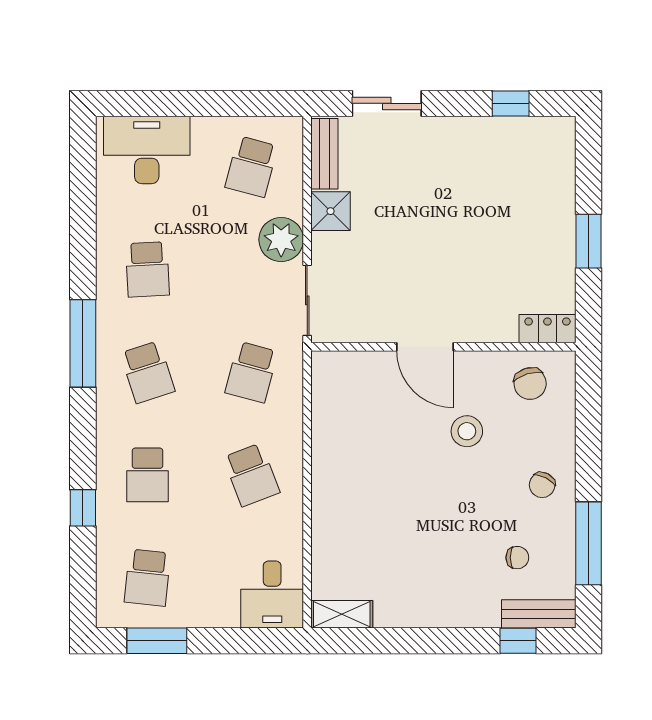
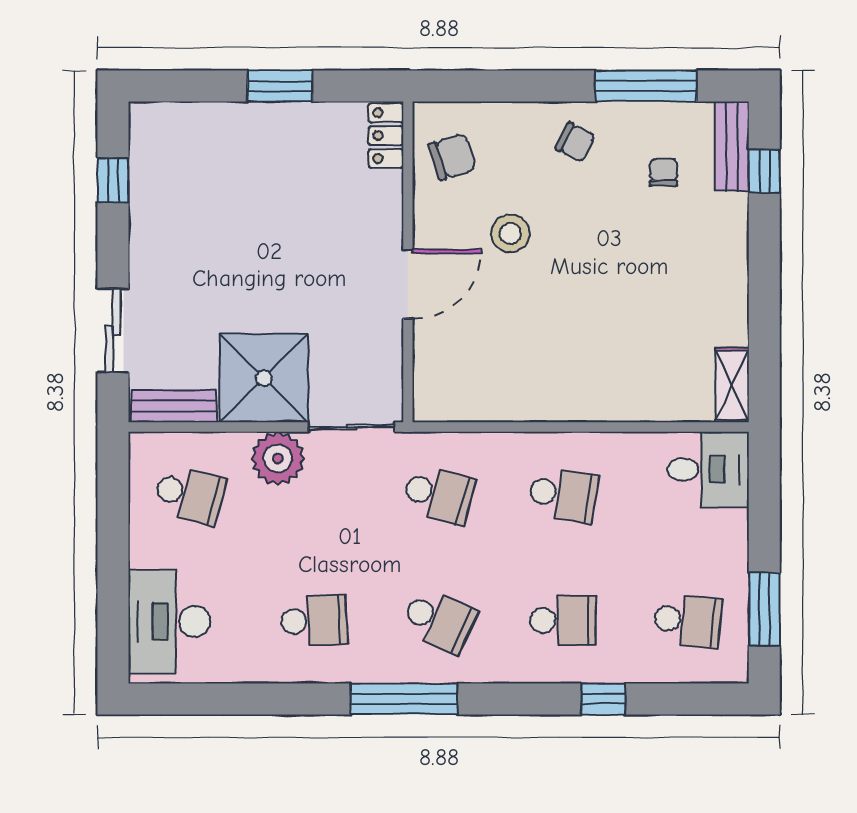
shower: (331, 211) -> (264, 378), width x1.86, depth x1.86
school desk: (148, 372) -> (439, 621), turned 42
school desk: (251, 475) -> (563, 495), turned 30

